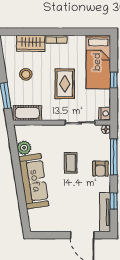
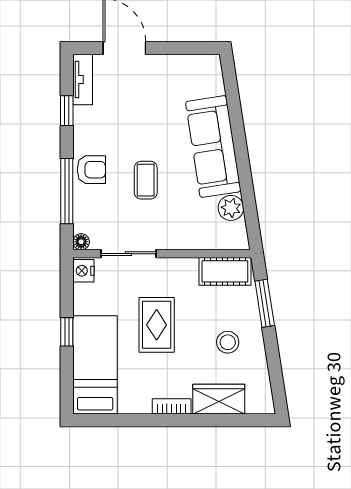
armchair: (100, 169) -> (91, 170), turned 90
tv unit: (105, 212) -> (83, 79), width x0.71

